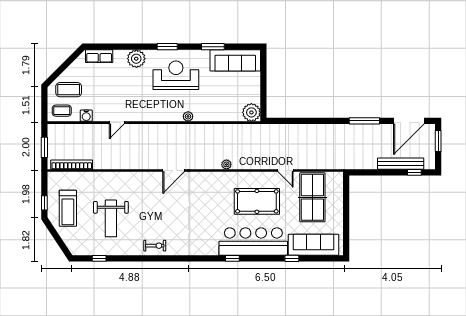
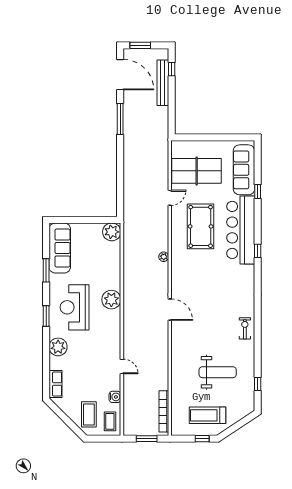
plant: (188, 116) -> (111, 300), width x1.87, depth x1.87
treadmill: (68, 208) -> (207, 415), turned 180

